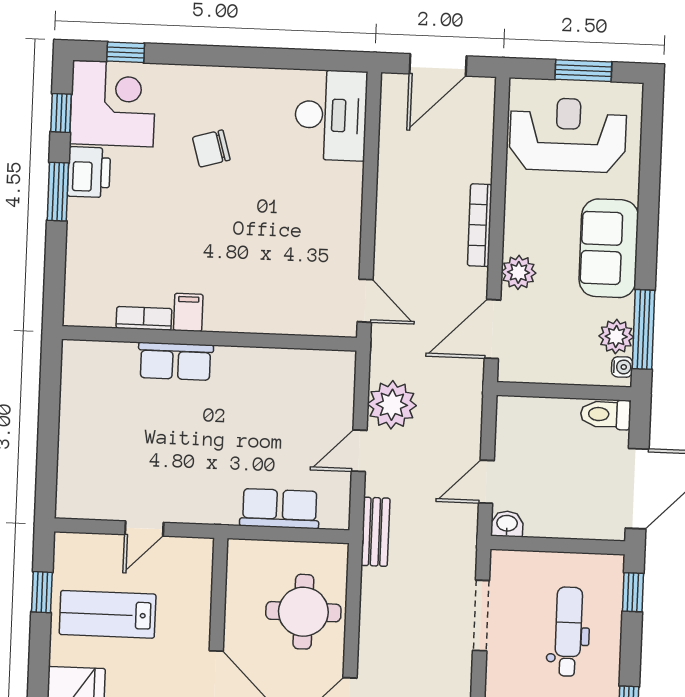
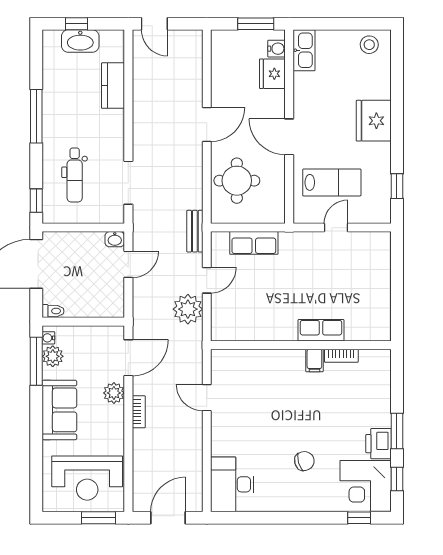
window: (583, 71) -> (98, 518), moved
bookcase: (480, 225) -> (139, 412), width x0.64
door: (365, 301) -> (207, 398), moved
toilet: (606, 414) -> (53, 311), width x0.73, depth x0.72
lab bench: (108, 614) -> (332, 182), moved

